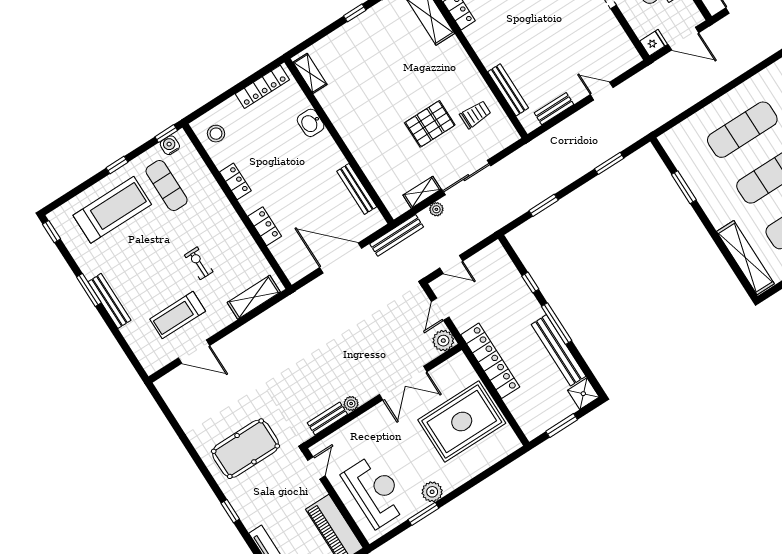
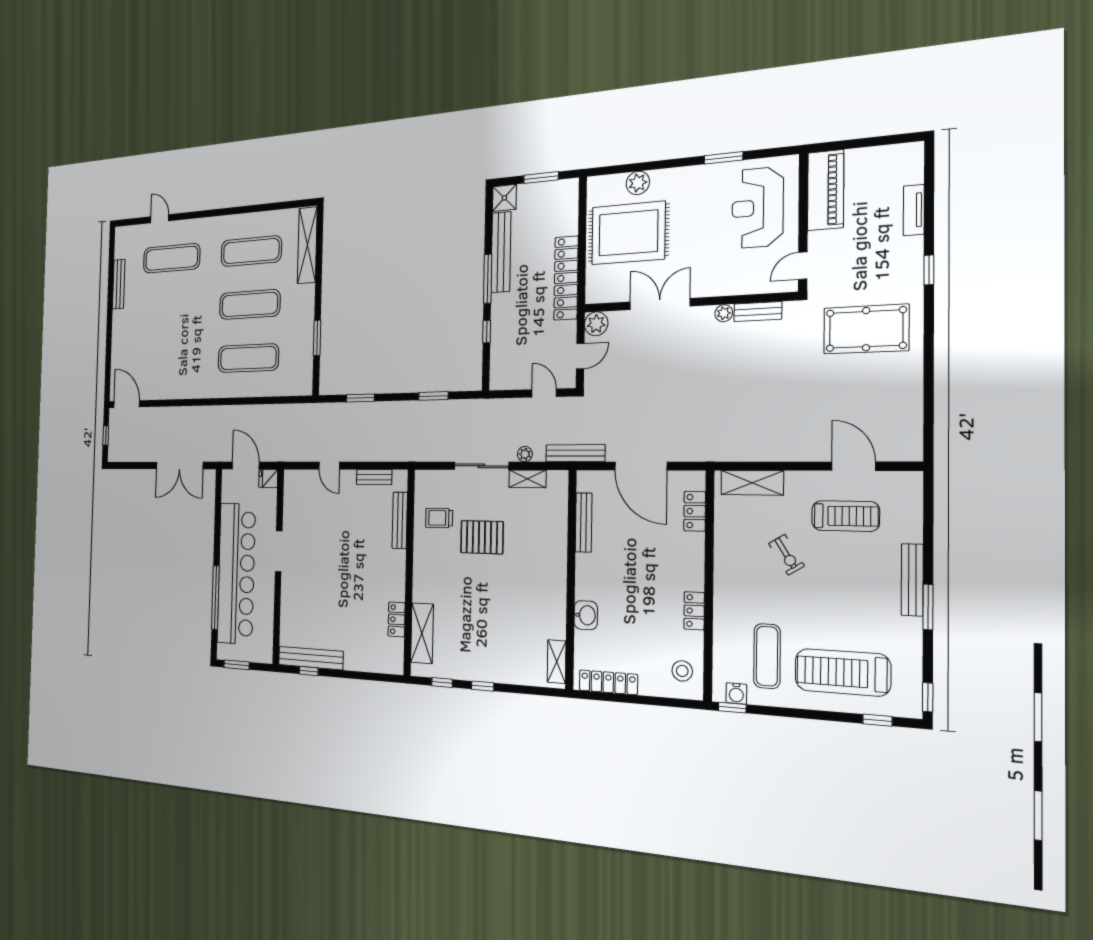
window: (117, 165) -> (877, 720), moved
locker: (265, 226) -> (695, 511), moved
exercise bike: (199, 263) -> (786, 555), turned -32
plant: (432, 492) -> (638, 183), moved

